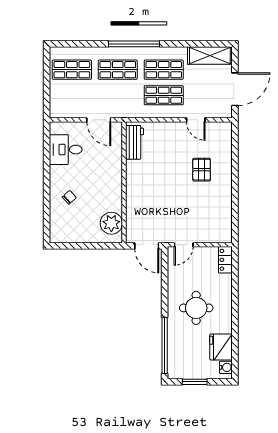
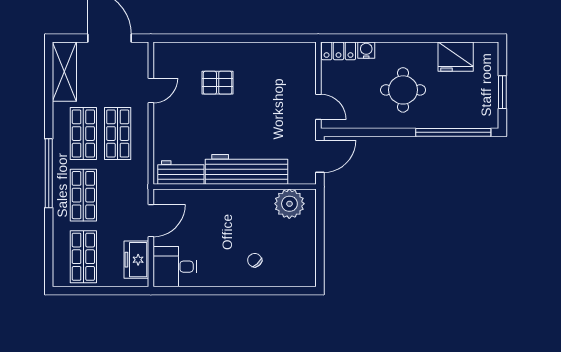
freezer: (70, 109) -> (136, 260), added
desk: (66, 150) -> (175, 267), moved, turned 90
workbench: (137, 191) -> (246, 169), added
water cooler: (226, 367) -> (366, 50), moved

